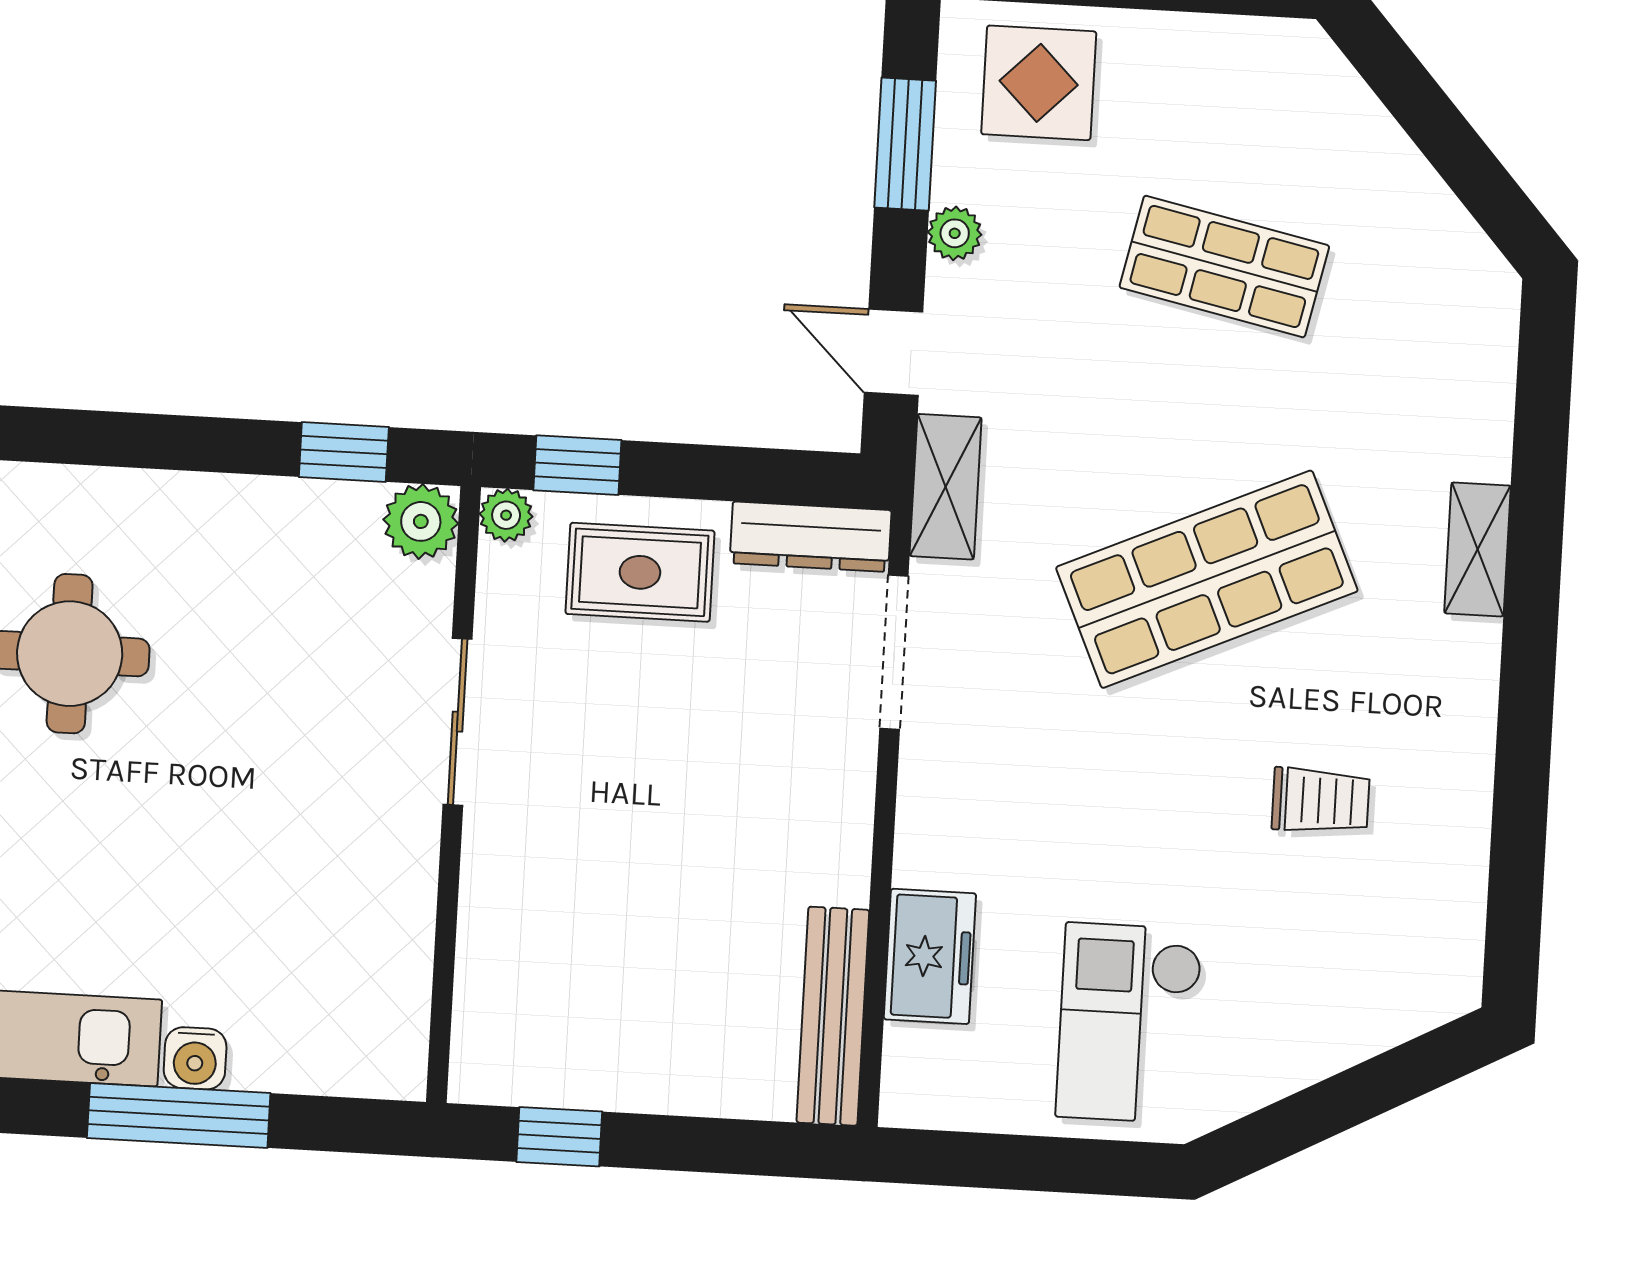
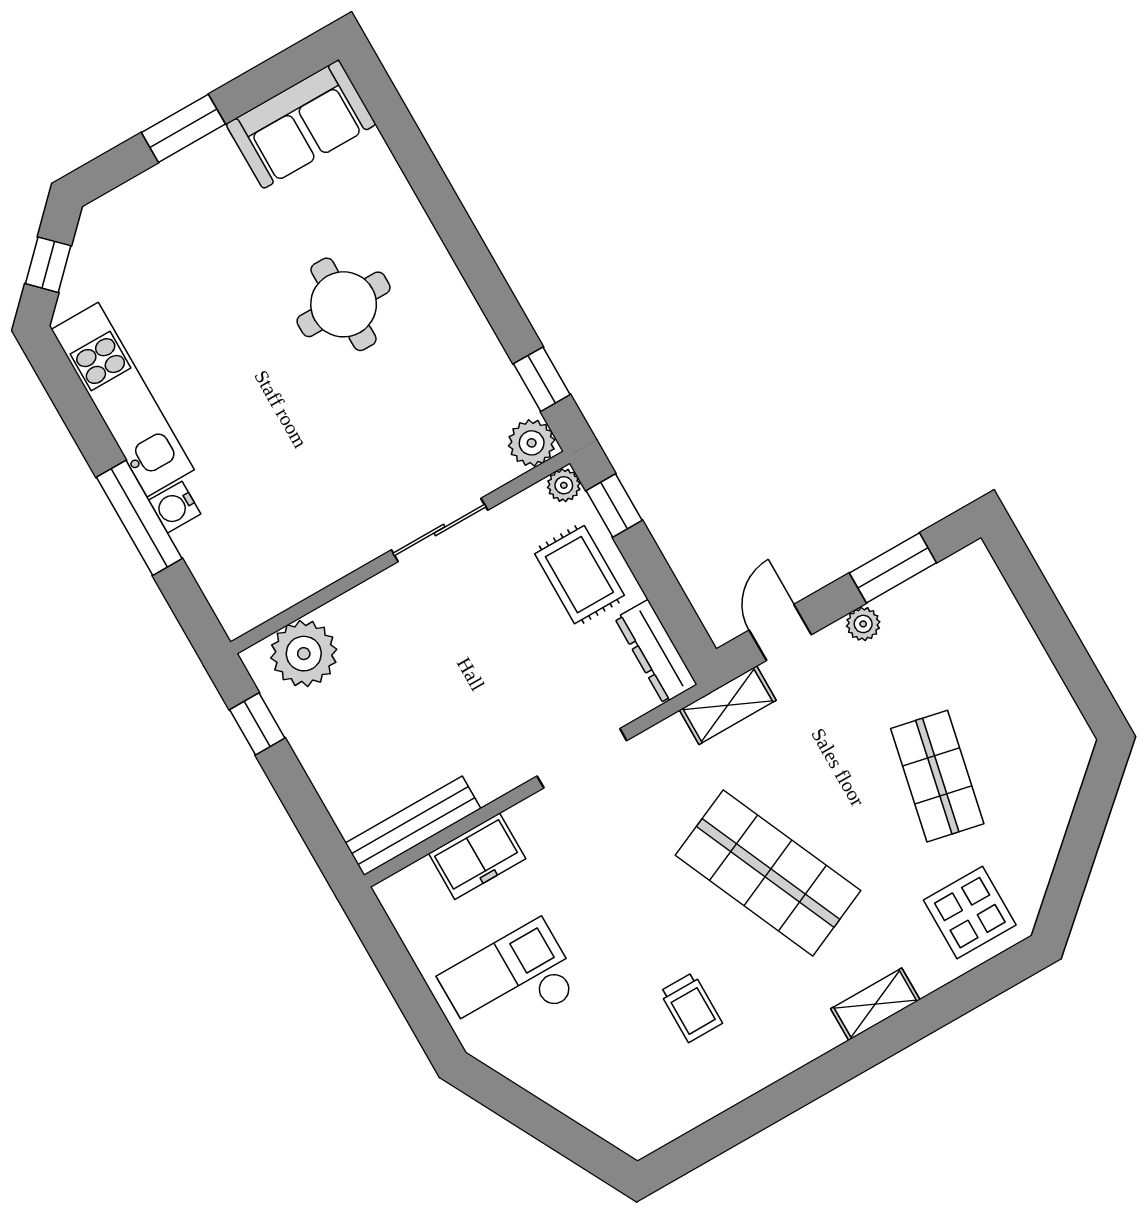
display table: (1039, 83) -> (970, 913), moved
doorway: (894, 652) -> (582, 758), moved
plant: (505, 1013) -> (304, 654), added

